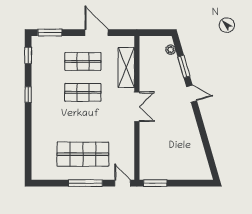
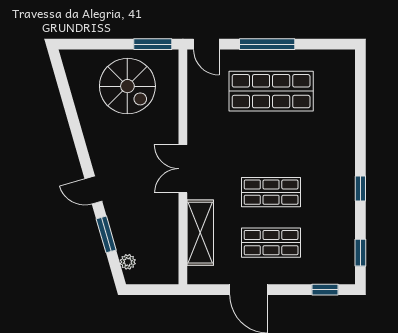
window: (50, 33) -> (325, 290), width x0.67
spiral stairs: (171, 157) -> (127, 86), added

